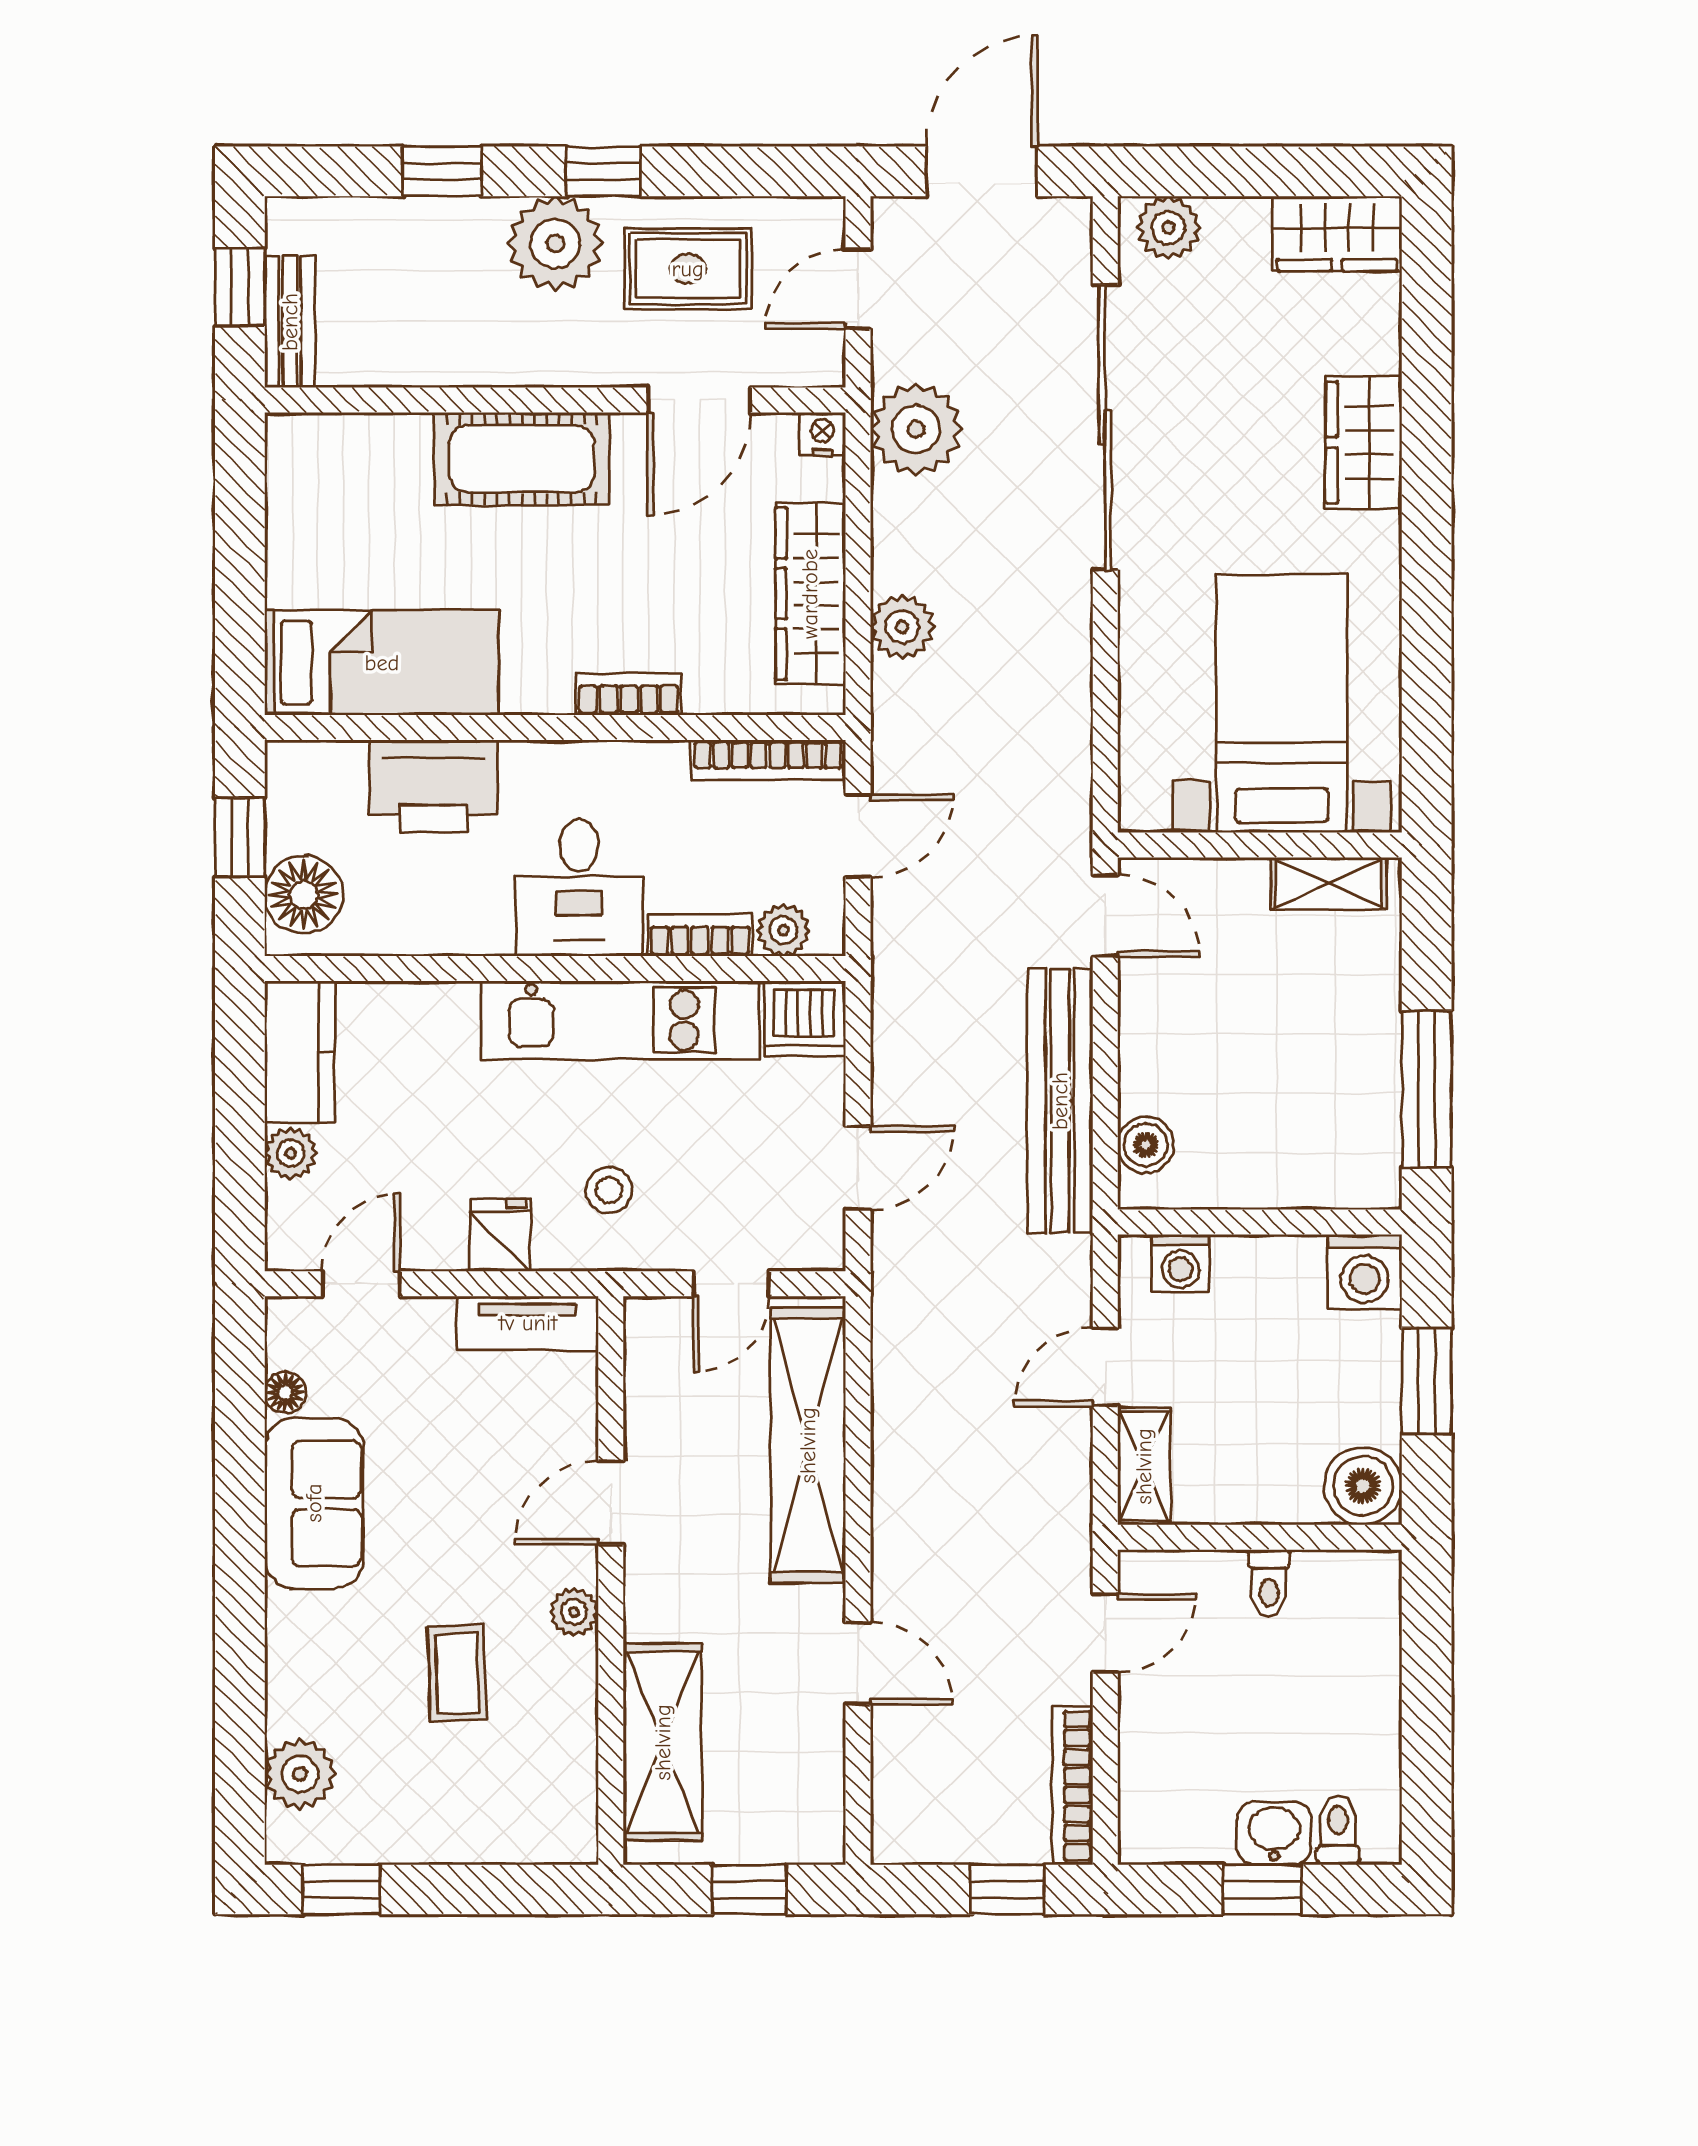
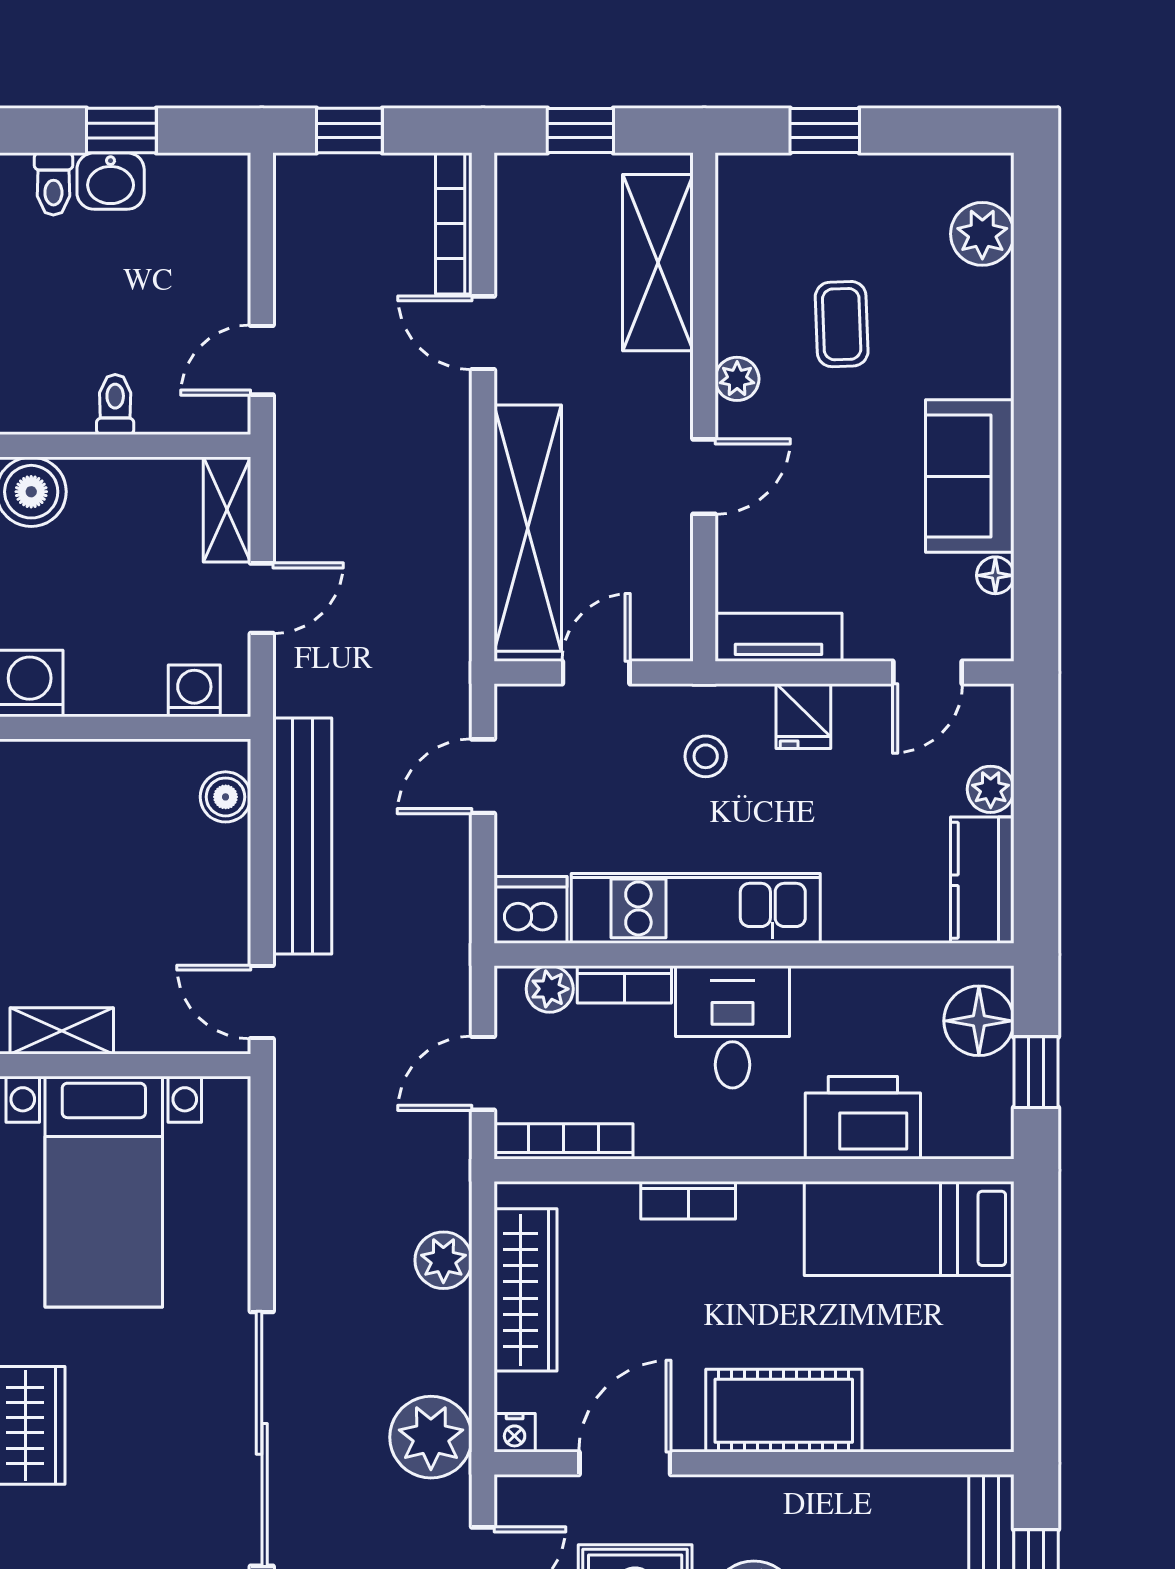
bookcase: (1073, 1786) -> (454, 223), moved, turned 180
window: (341, 1889) -> (825, 131), moved

